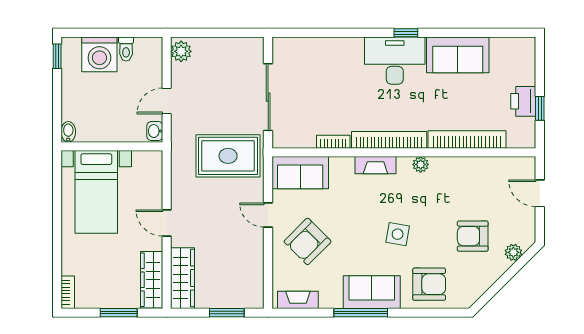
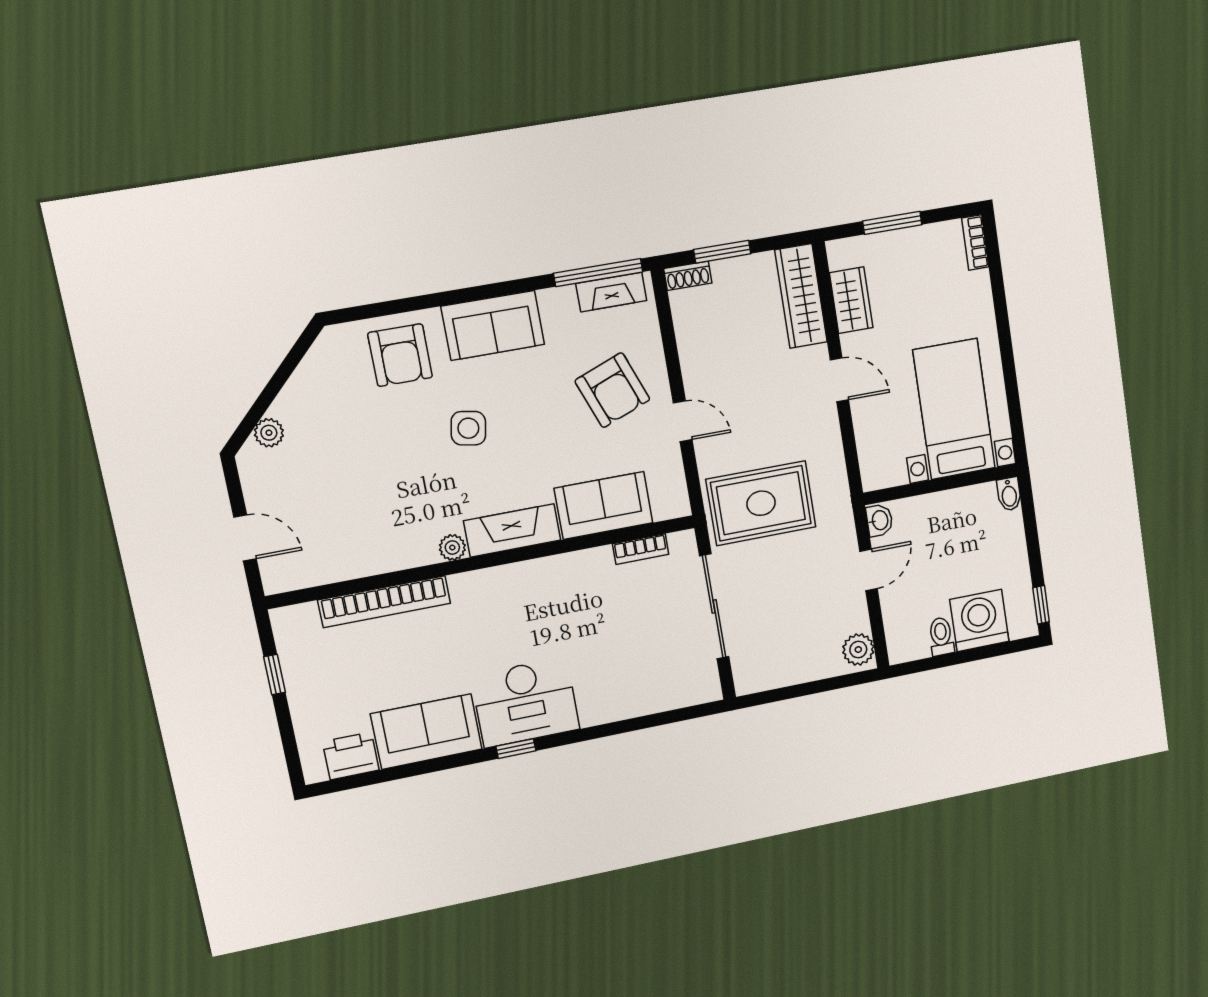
printer: (523, 101) -> (351, 756), moved, turned -90
bookcase: (389, 140) -> (511, 577), removed
bookcase: (333, 142) -> (641, 549), moved
fireplace: (375, 165) -> (512, 530), width x1.37, depth x1.32
sofa: (300, 173) -> (603, 506), moved
armchair: (473, 236) -> (343, 447), removed
armchair: (308, 241) -> (612, 390), turned 114
wardrobe: (152, 280) -> (851, 300), width x0.67
armchair: (429, 284) -> (400, 355), turned -90
shoe rack: (250, 302) -> (688, 276), added
window: (361, 313) -> (598, 273), moved

